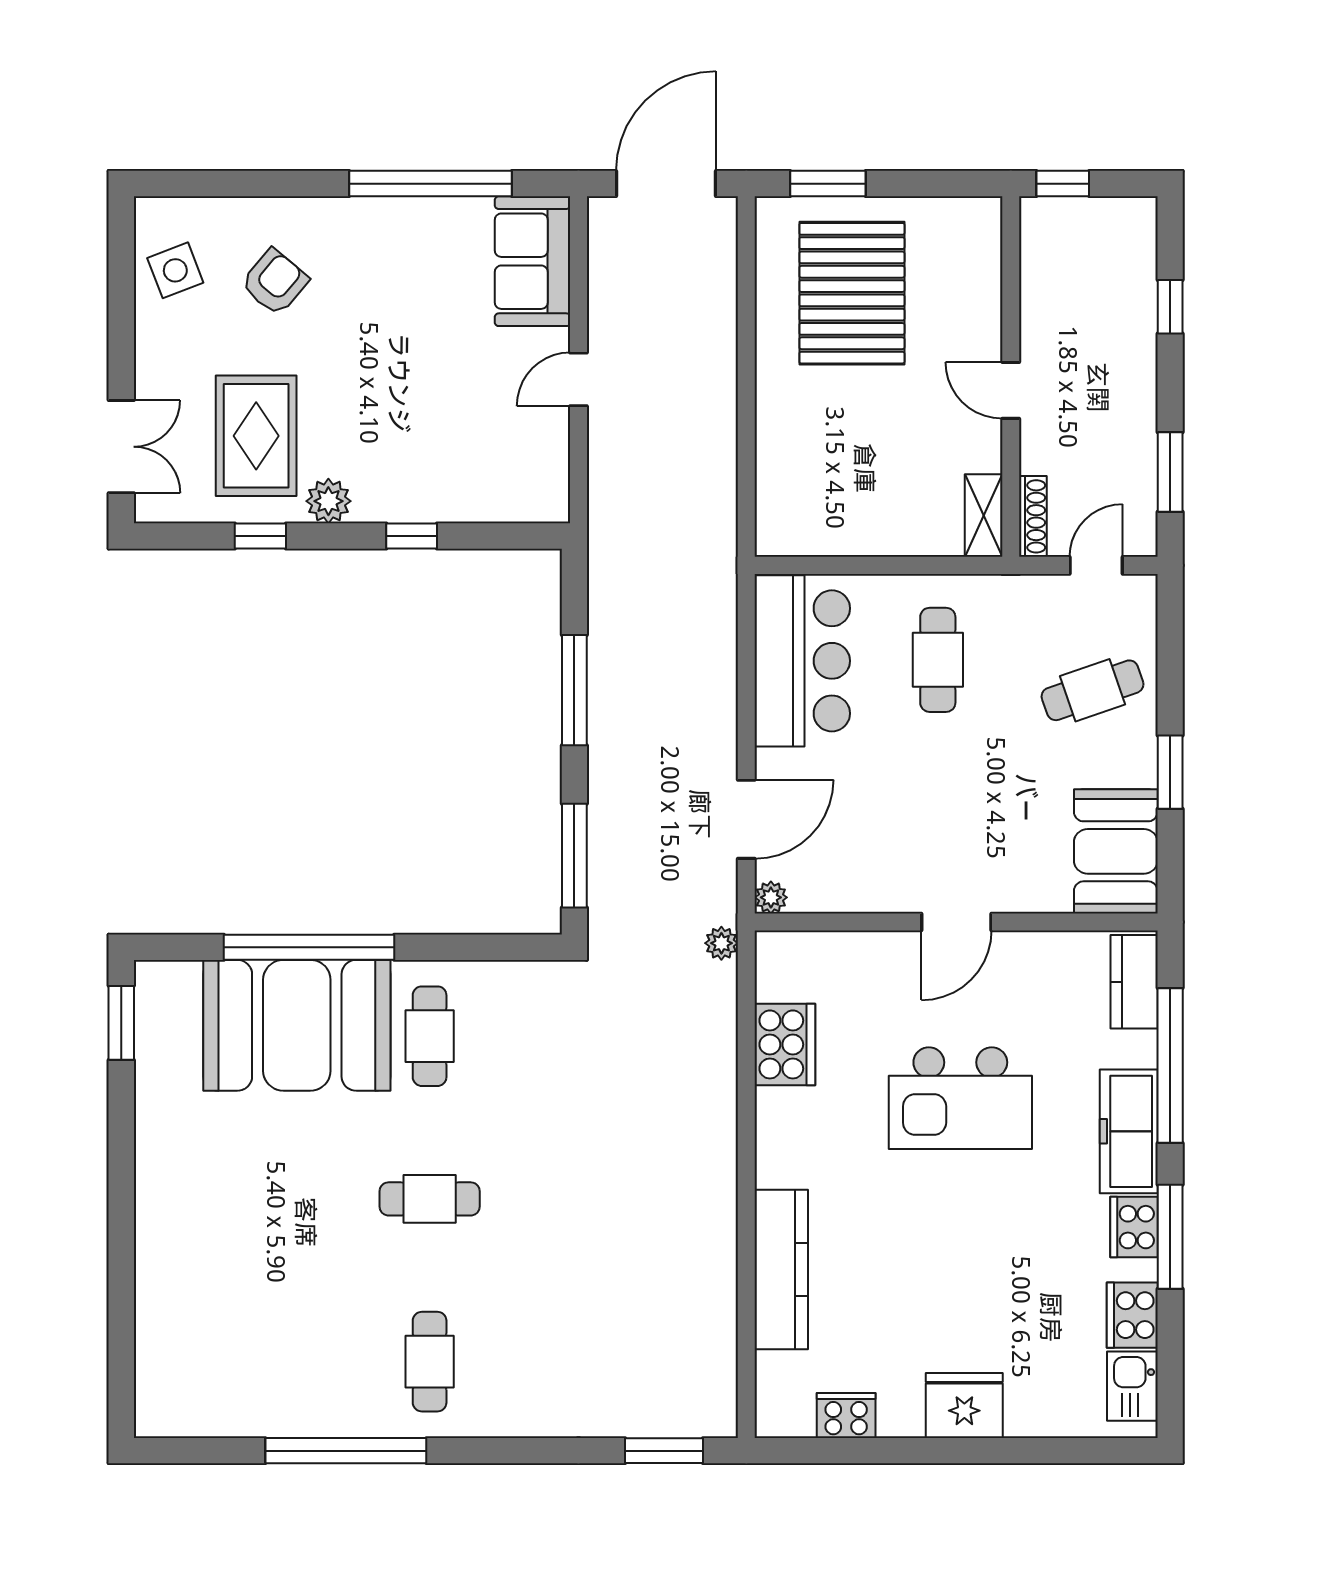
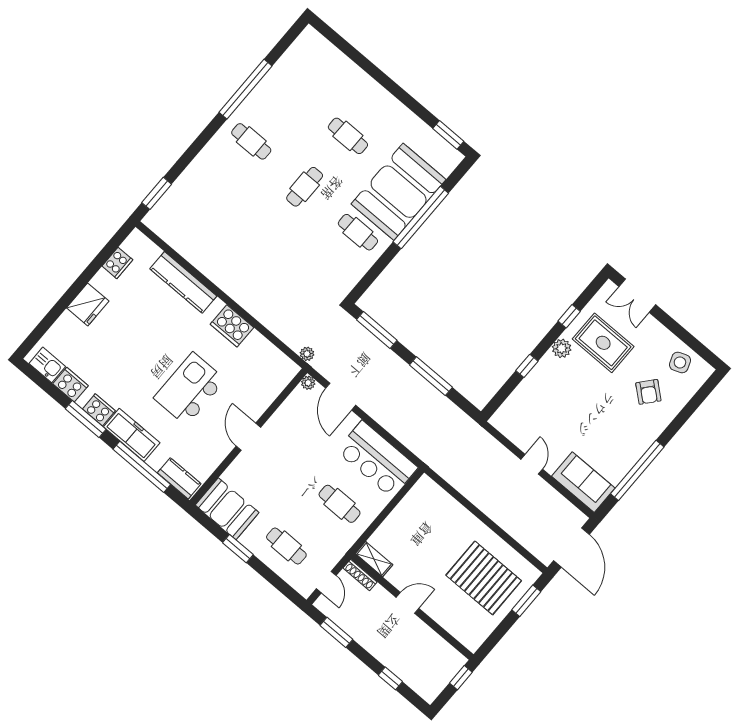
cafe table: (1092, 690) -> (286, 546), turned -71
cooker: (785, 1044) -> (232, 326), moved
cafe table: (274, 1199) -> (348, 136), added

